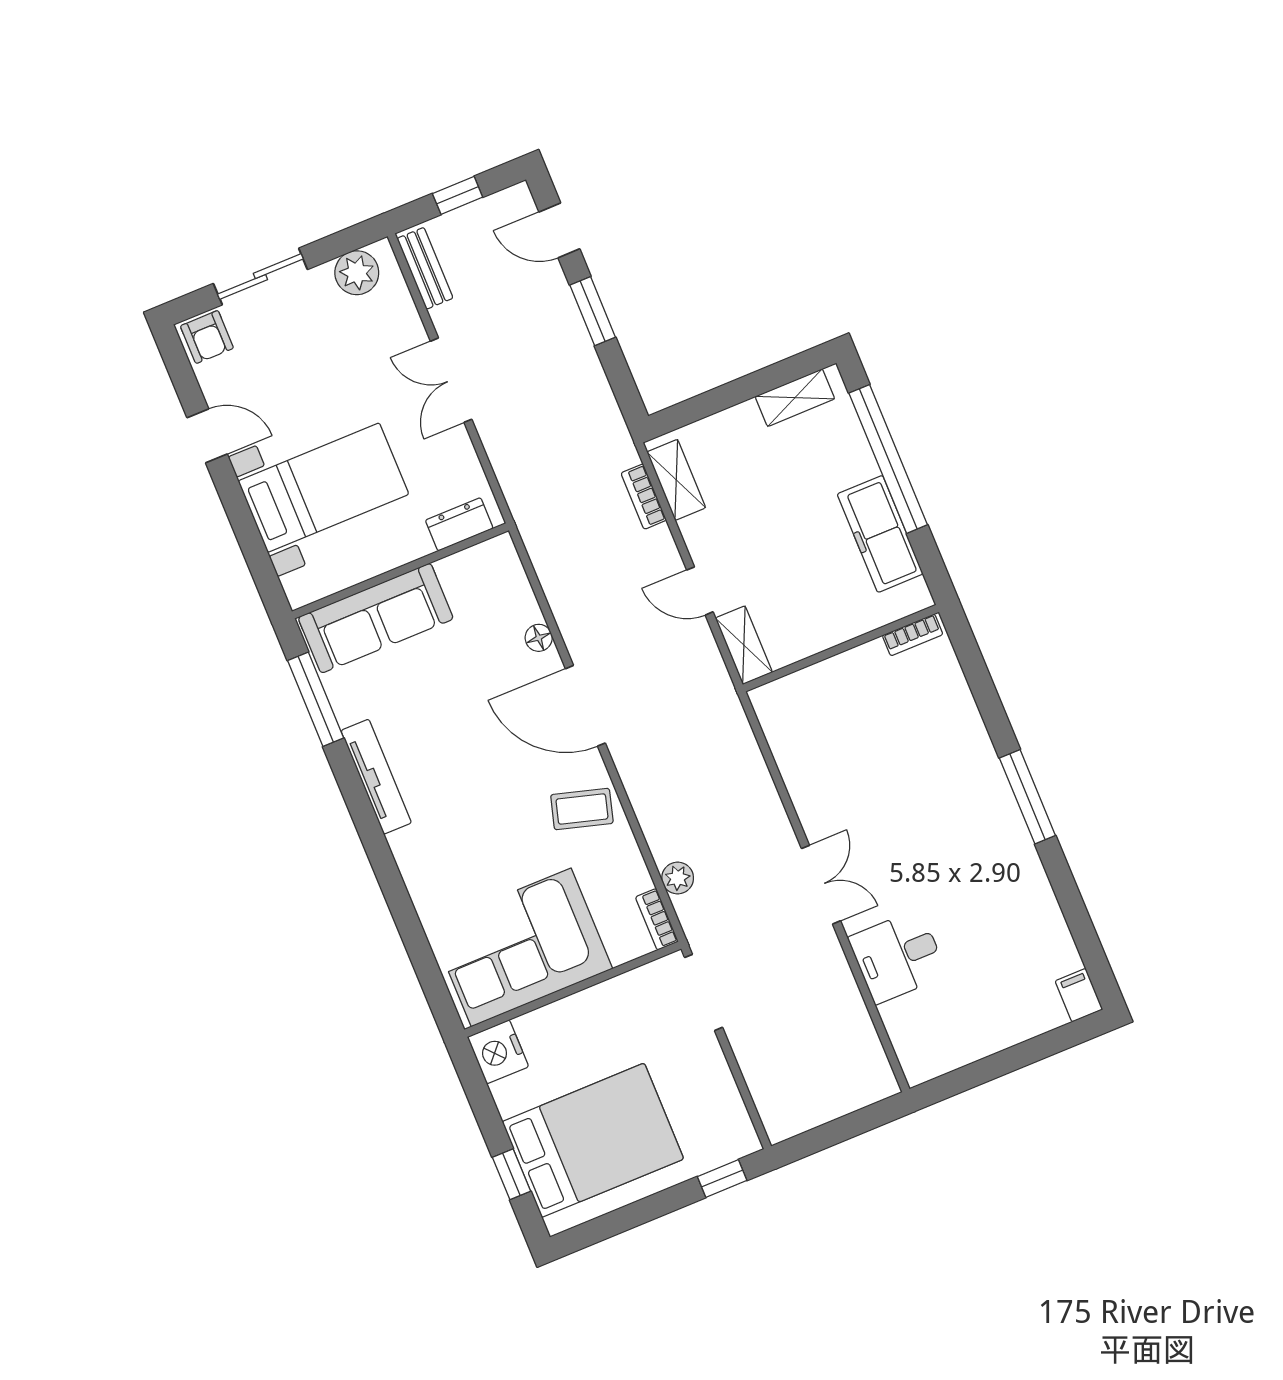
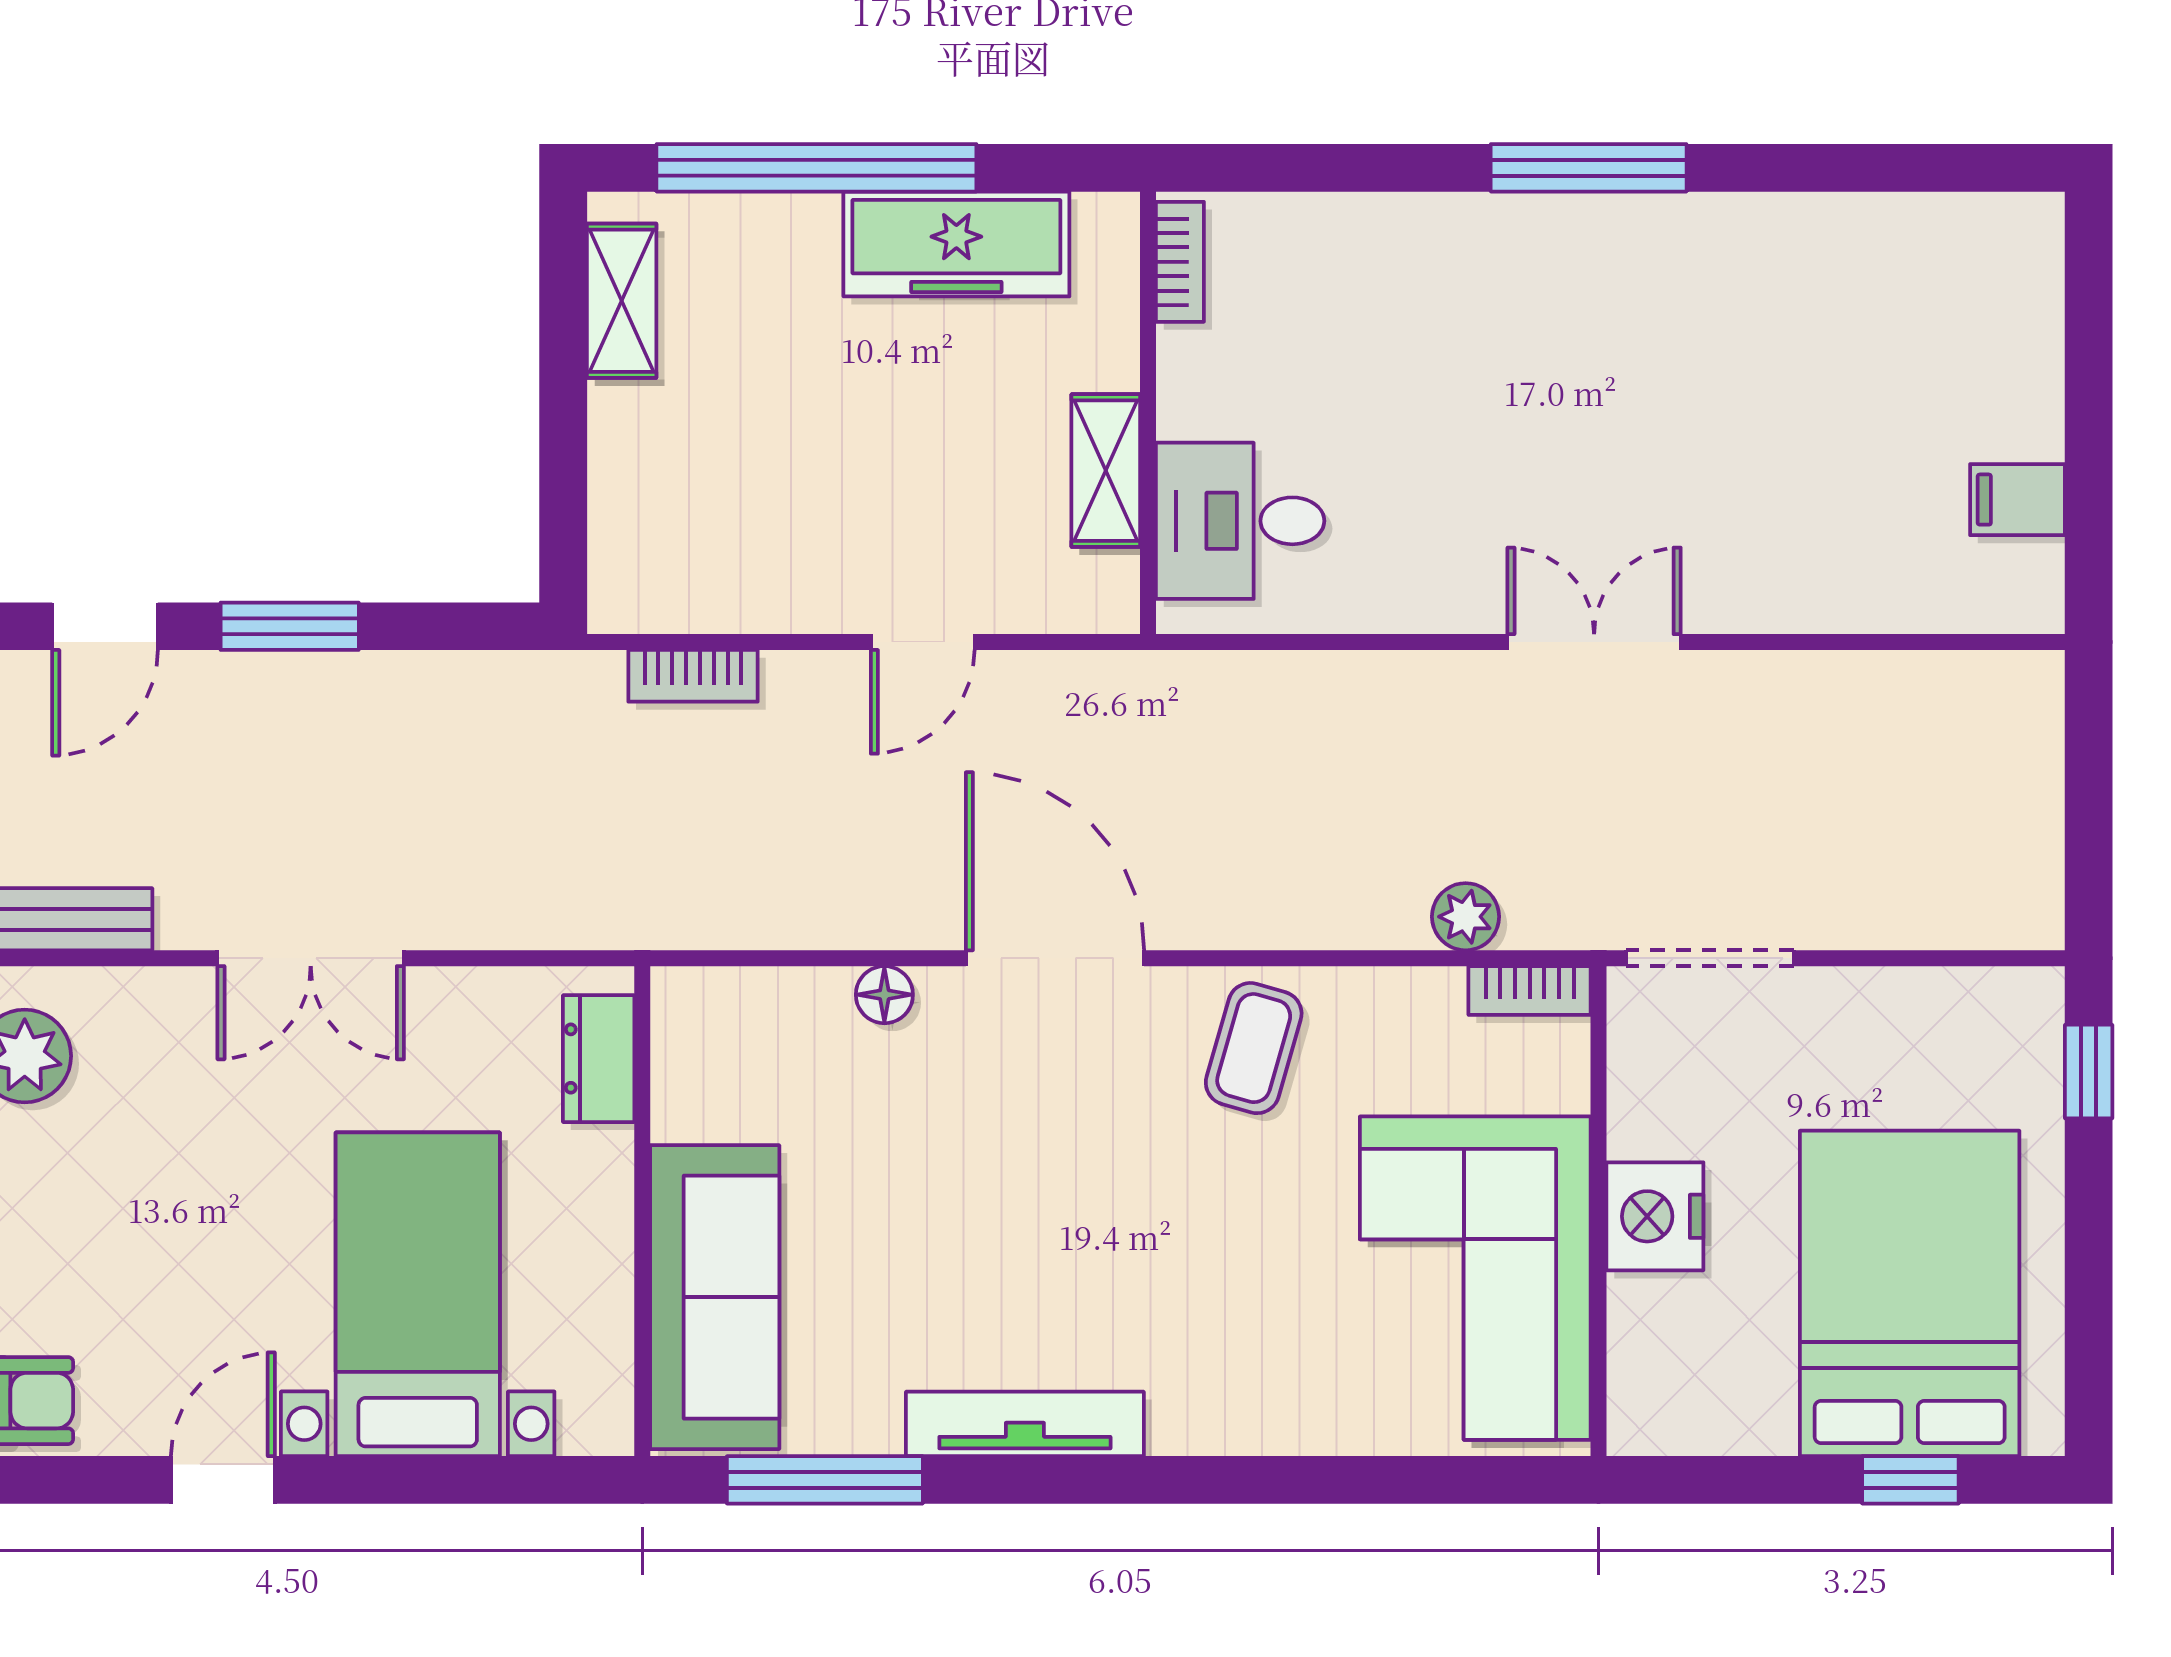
shelving: (676, 480) -> (687, 599), removed
shelving: (744, 645) -> (1106, 471), moved, turned 90
door: (585, 706) -> (1055, 958), swing flipped
desk: (898, 956) -> (1240, 521), moved, turned 90
filing cabinet: (1079, 995) -> (2017, 500), moved
nightstand: (498, 1052) -> (1655, 1216), moved, turned 90

